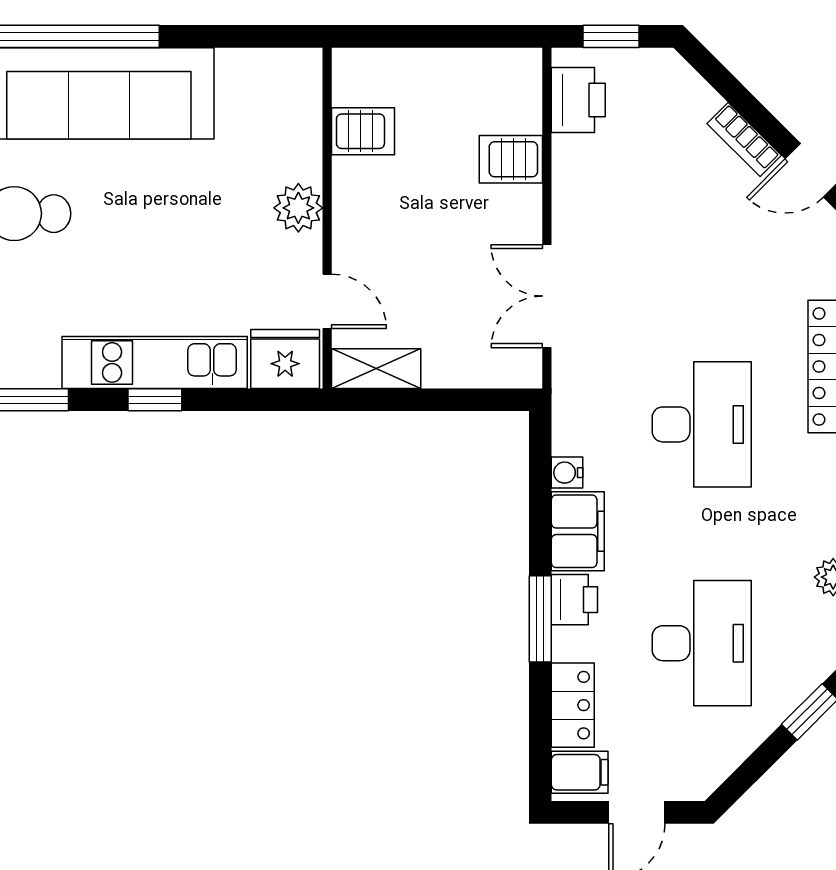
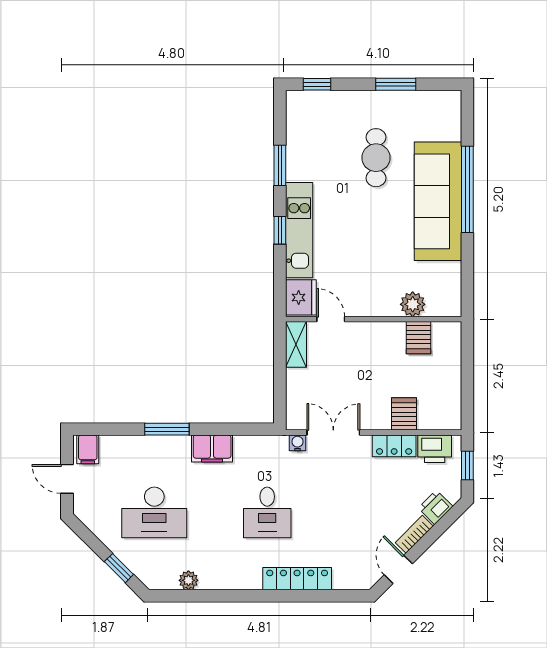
plant: (298, 208) -> (413, 304), moved
door: (327, 301) -> (331, 319), swing flipped
desk: (702, 424) -> (267, 512), width x0.73
water cooler: (567, 473) -> (297, 443), moved
printer: (574, 600) -> (436, 507), moved, turned 135
locker: (573, 705) -> (394, 446), moved

